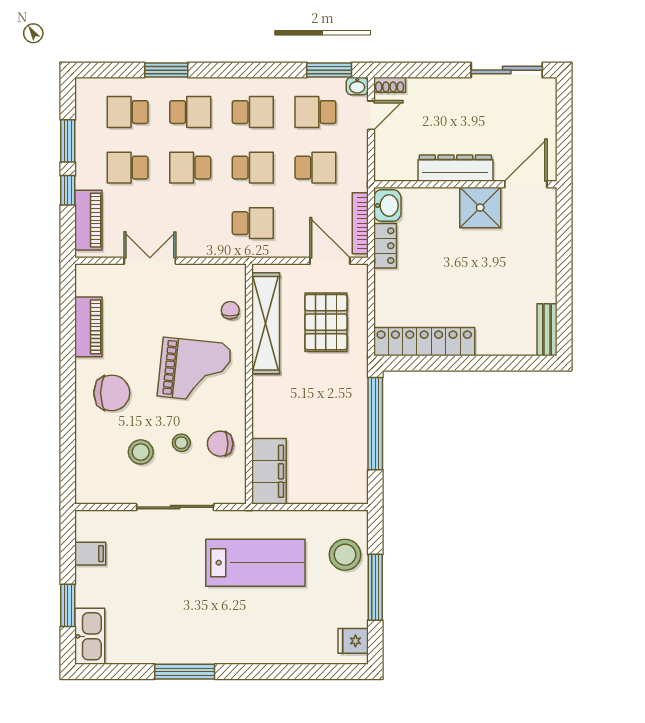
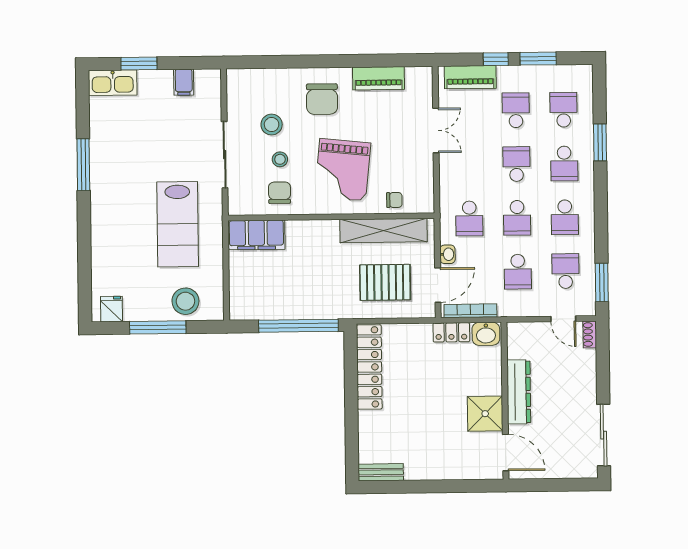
washbasin: (357, 86) -> (447, 254), moved, turned 180

